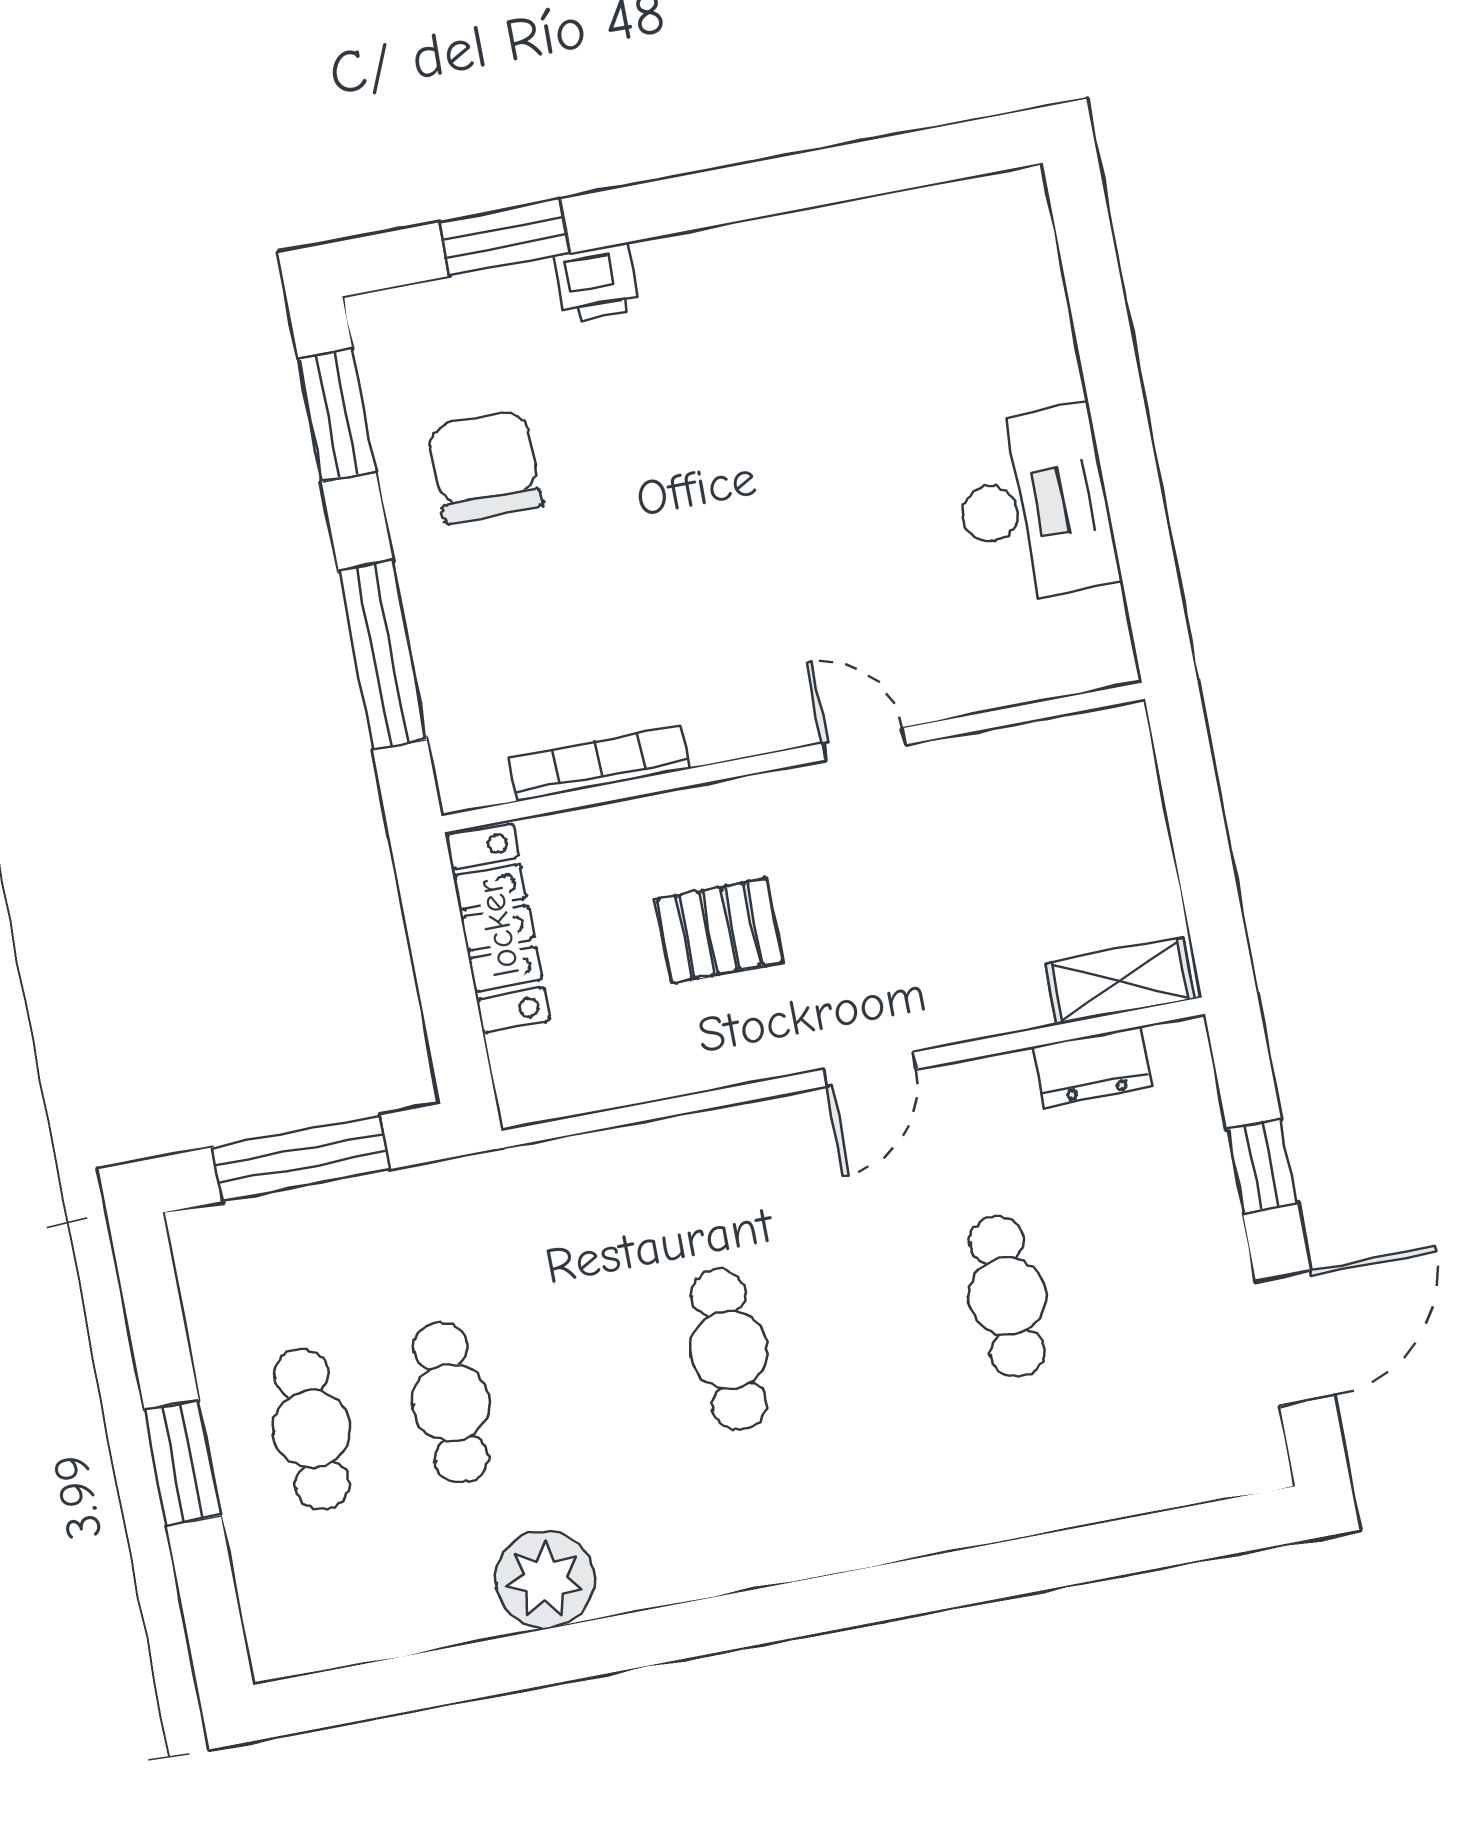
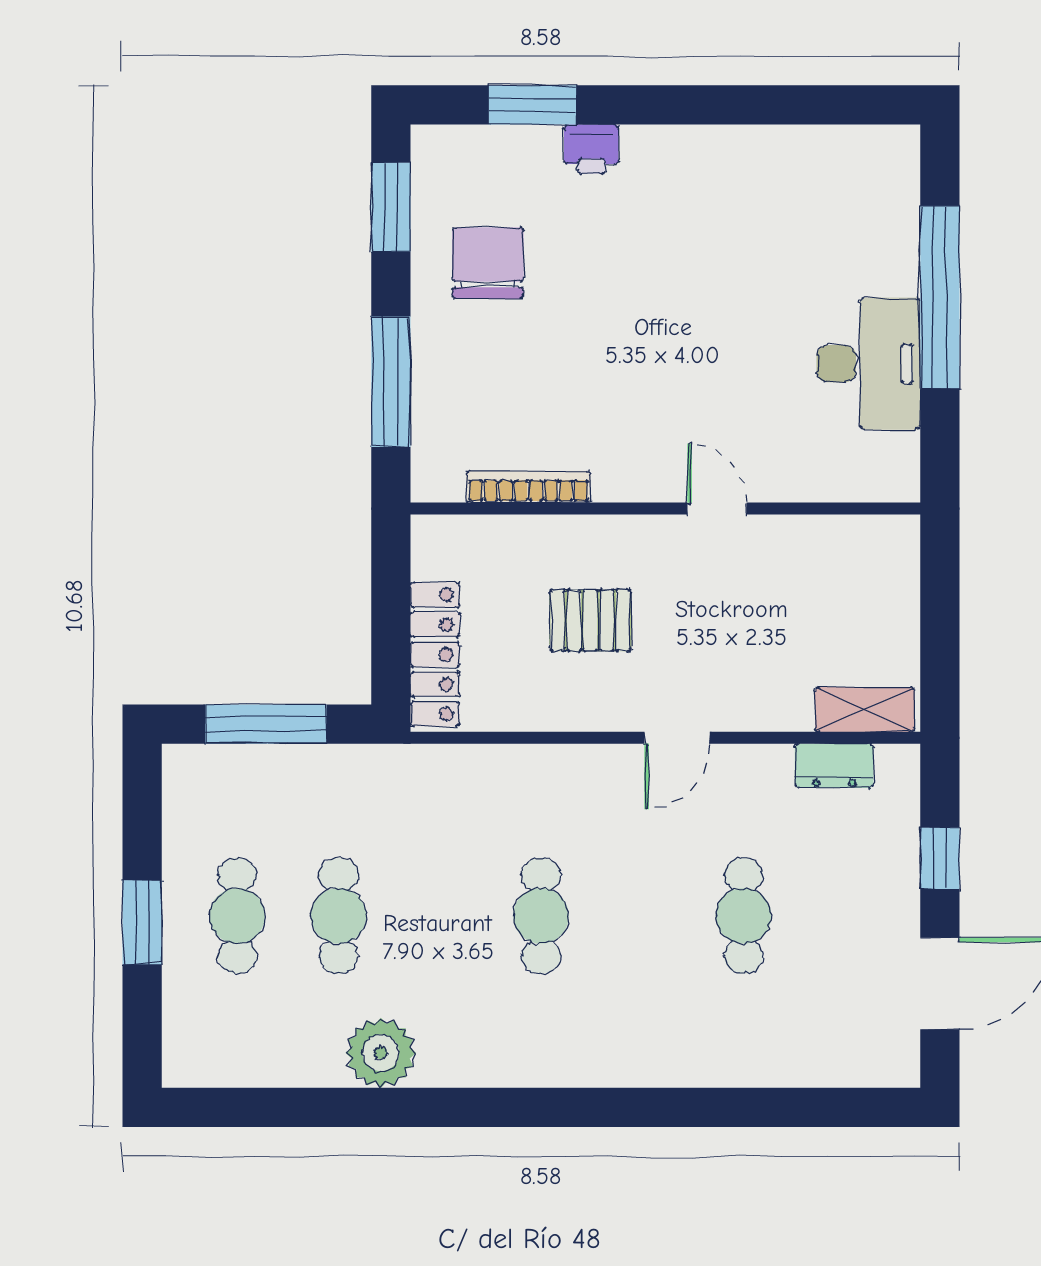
window: (1115, 395) -> (940, 297), added
locker: (498, 928) -> (435, 654), moved

